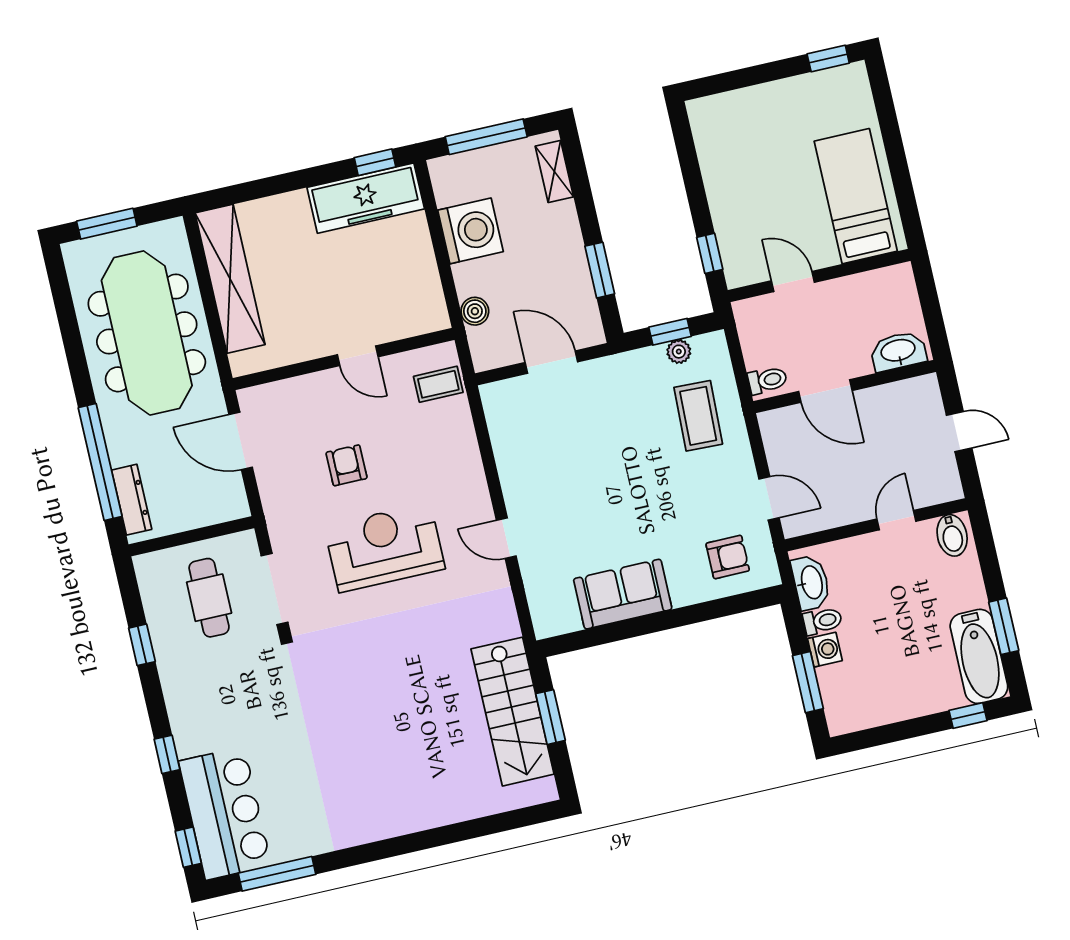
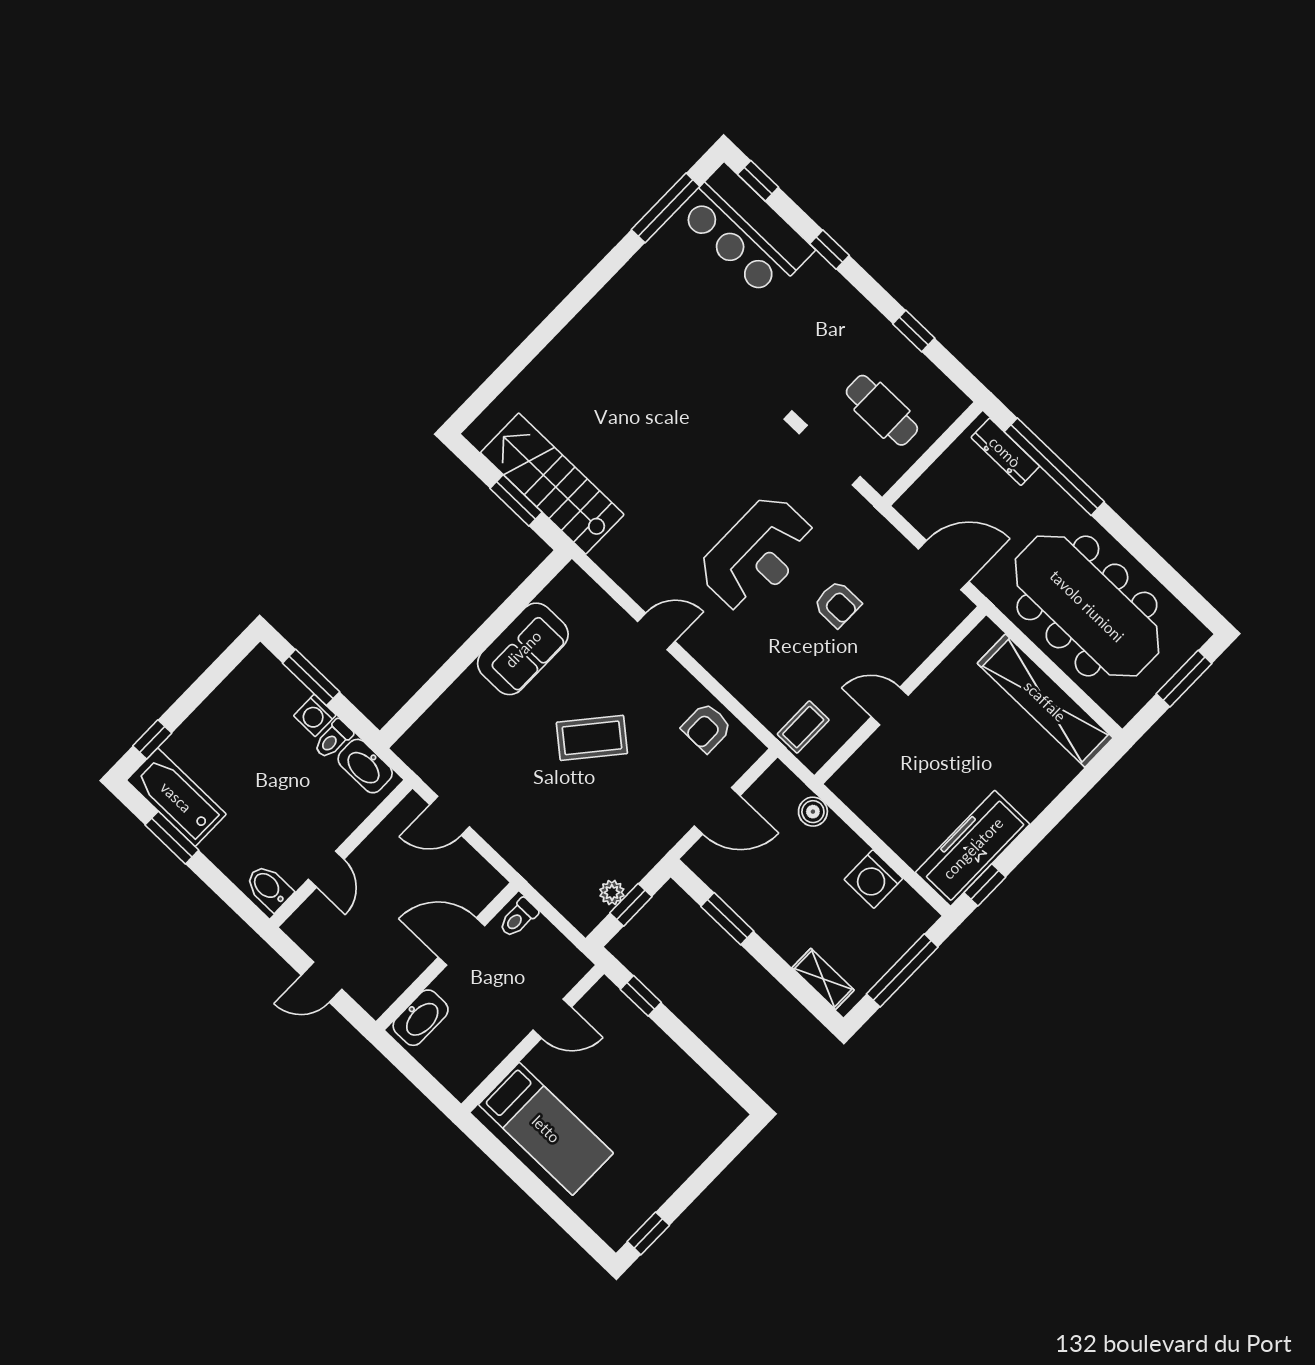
washing machine: (470, 231) -> (873, 879), width x0.73, depth x0.73
coffee table: (698, 416) -> (592, 738), moved, turned -52
armchair: (728, 557) -> (707, 728), moved

